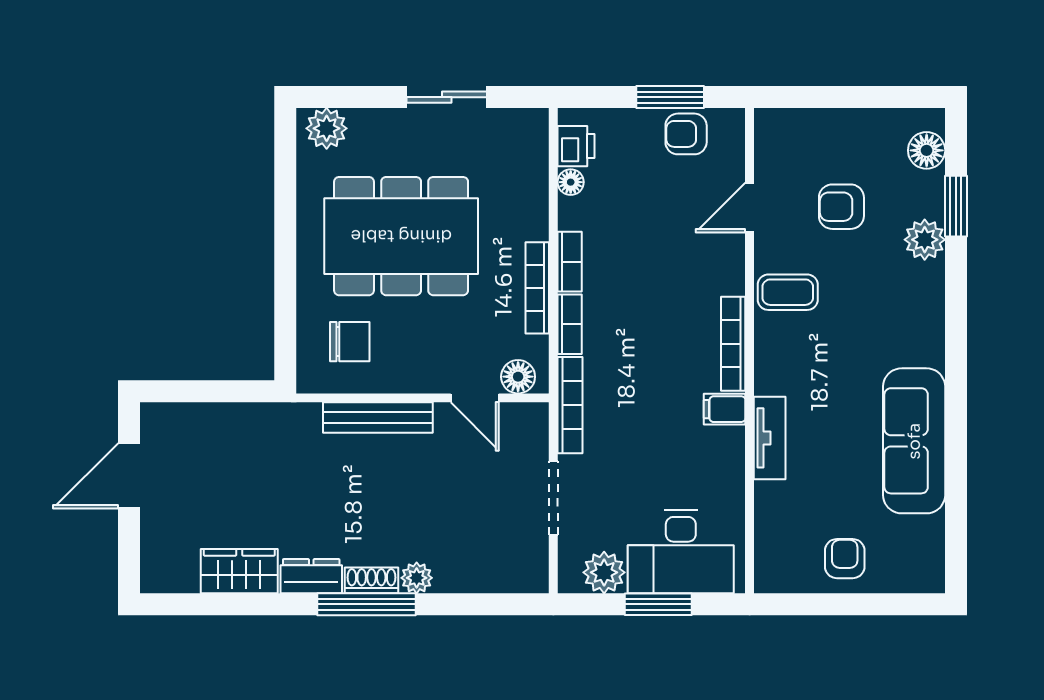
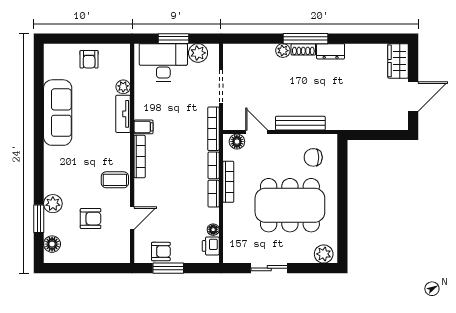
plant: (769, 498) -> (123, 87), added
wardrobe: (239, 571) -> (398, 61), moved, turned 90

